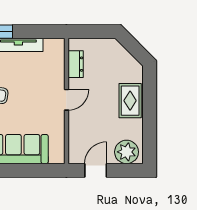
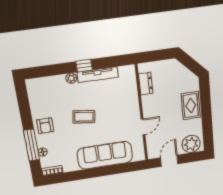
door: (66, 100) -> (143, 127), moved

